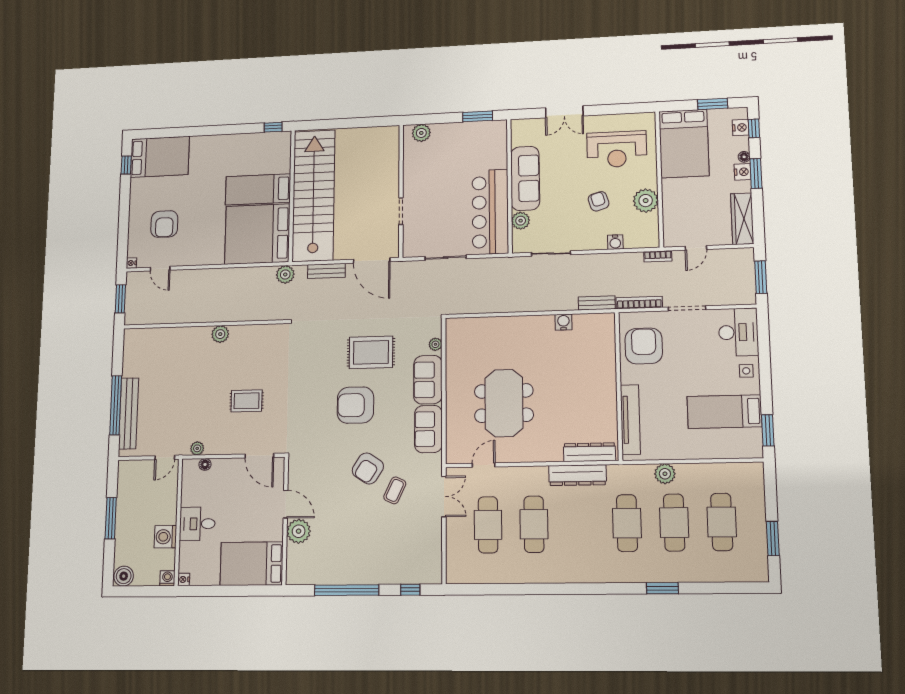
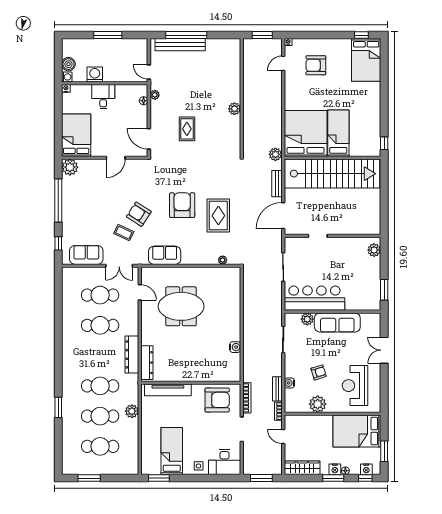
bench: (597, 303) -> (277, 389), moved
sofa: (428, 380) -> (86, 255), moved
door: (259, 456) -> (149, 139), hinge flipped
plant: (299, 531) -> (70, 167), moved
boiler: (124, 576) -> (68, 64), moved

